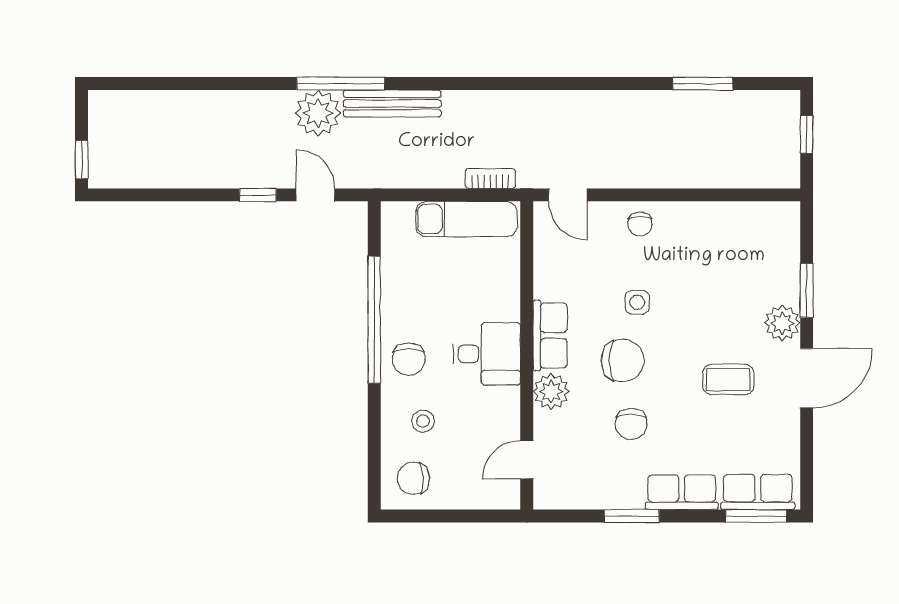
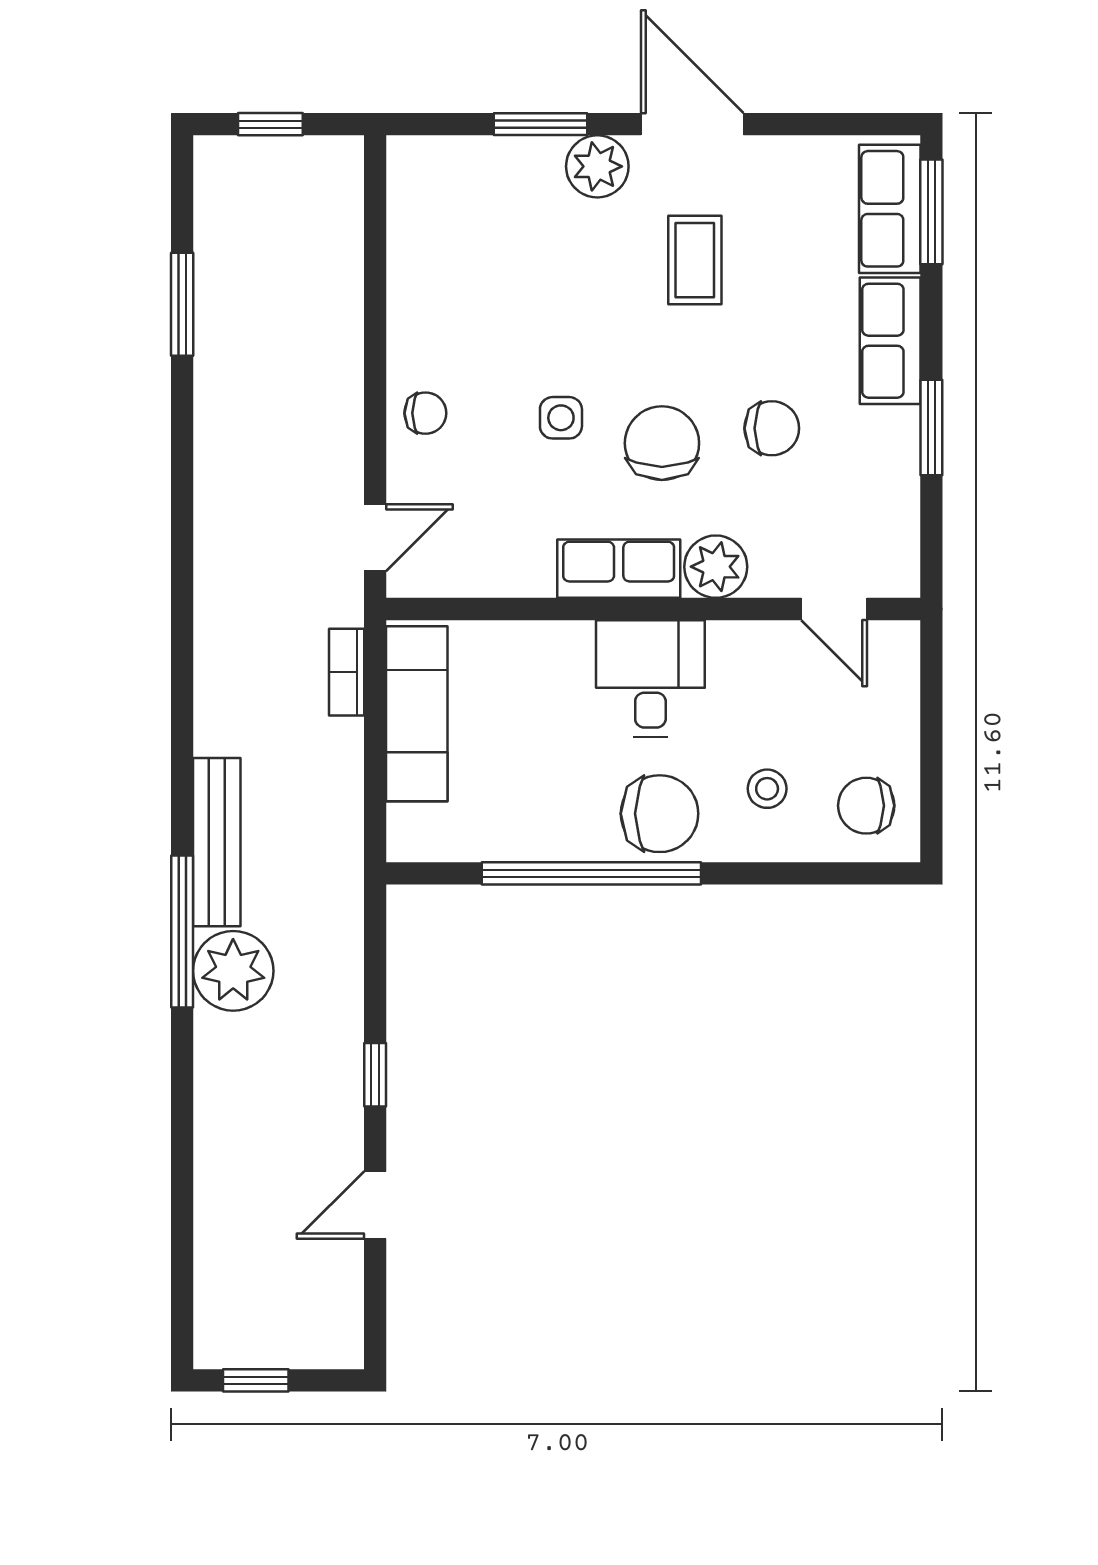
window: (82, 160) -> (256, 1380), moved
door: (315, 195) -> (375, 1205), moved
chair: (409, 359) -> (660, 814), width x1.37, depth x1.37
chair: (413, 478) -> (866, 806), turned 93

